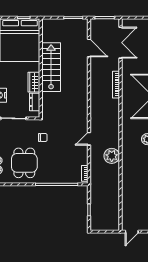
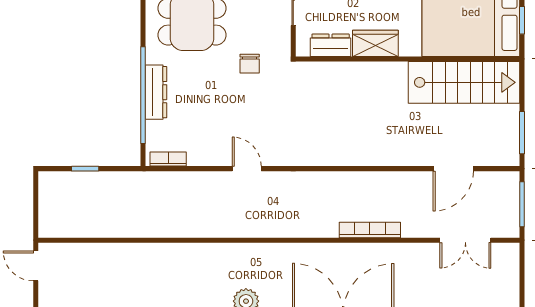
double door: (120, 43) -> (465, 240), width x0.73
stairs: (51, 67) -> (464, 82), moved
plant: (112, 156) -> (208, 220), removed
dresser: (55, 179) -> (156, 92), added

